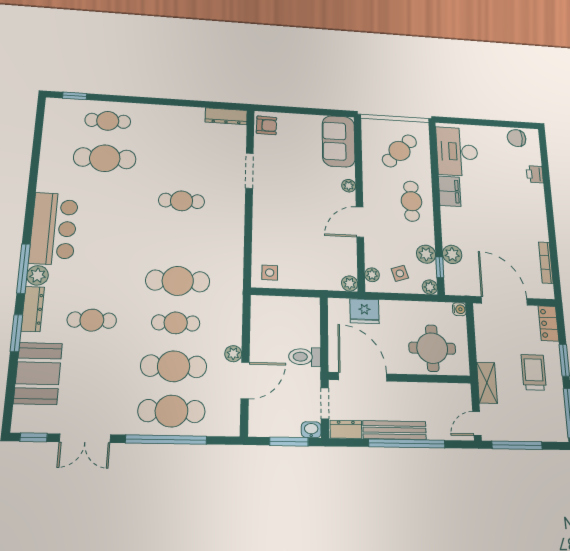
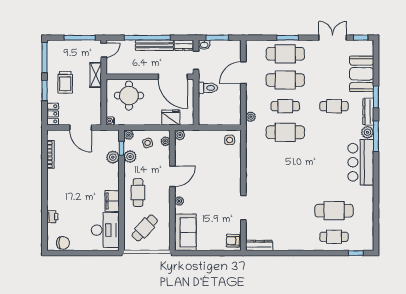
cafe table: (182, 201) -> (285, 185), removed
door: (504, 301) -> (81, 128), width x0.73
plant: (233, 354) -> (251, 117), moved
window: (166, 440) -> (287, 38), width x0.47

